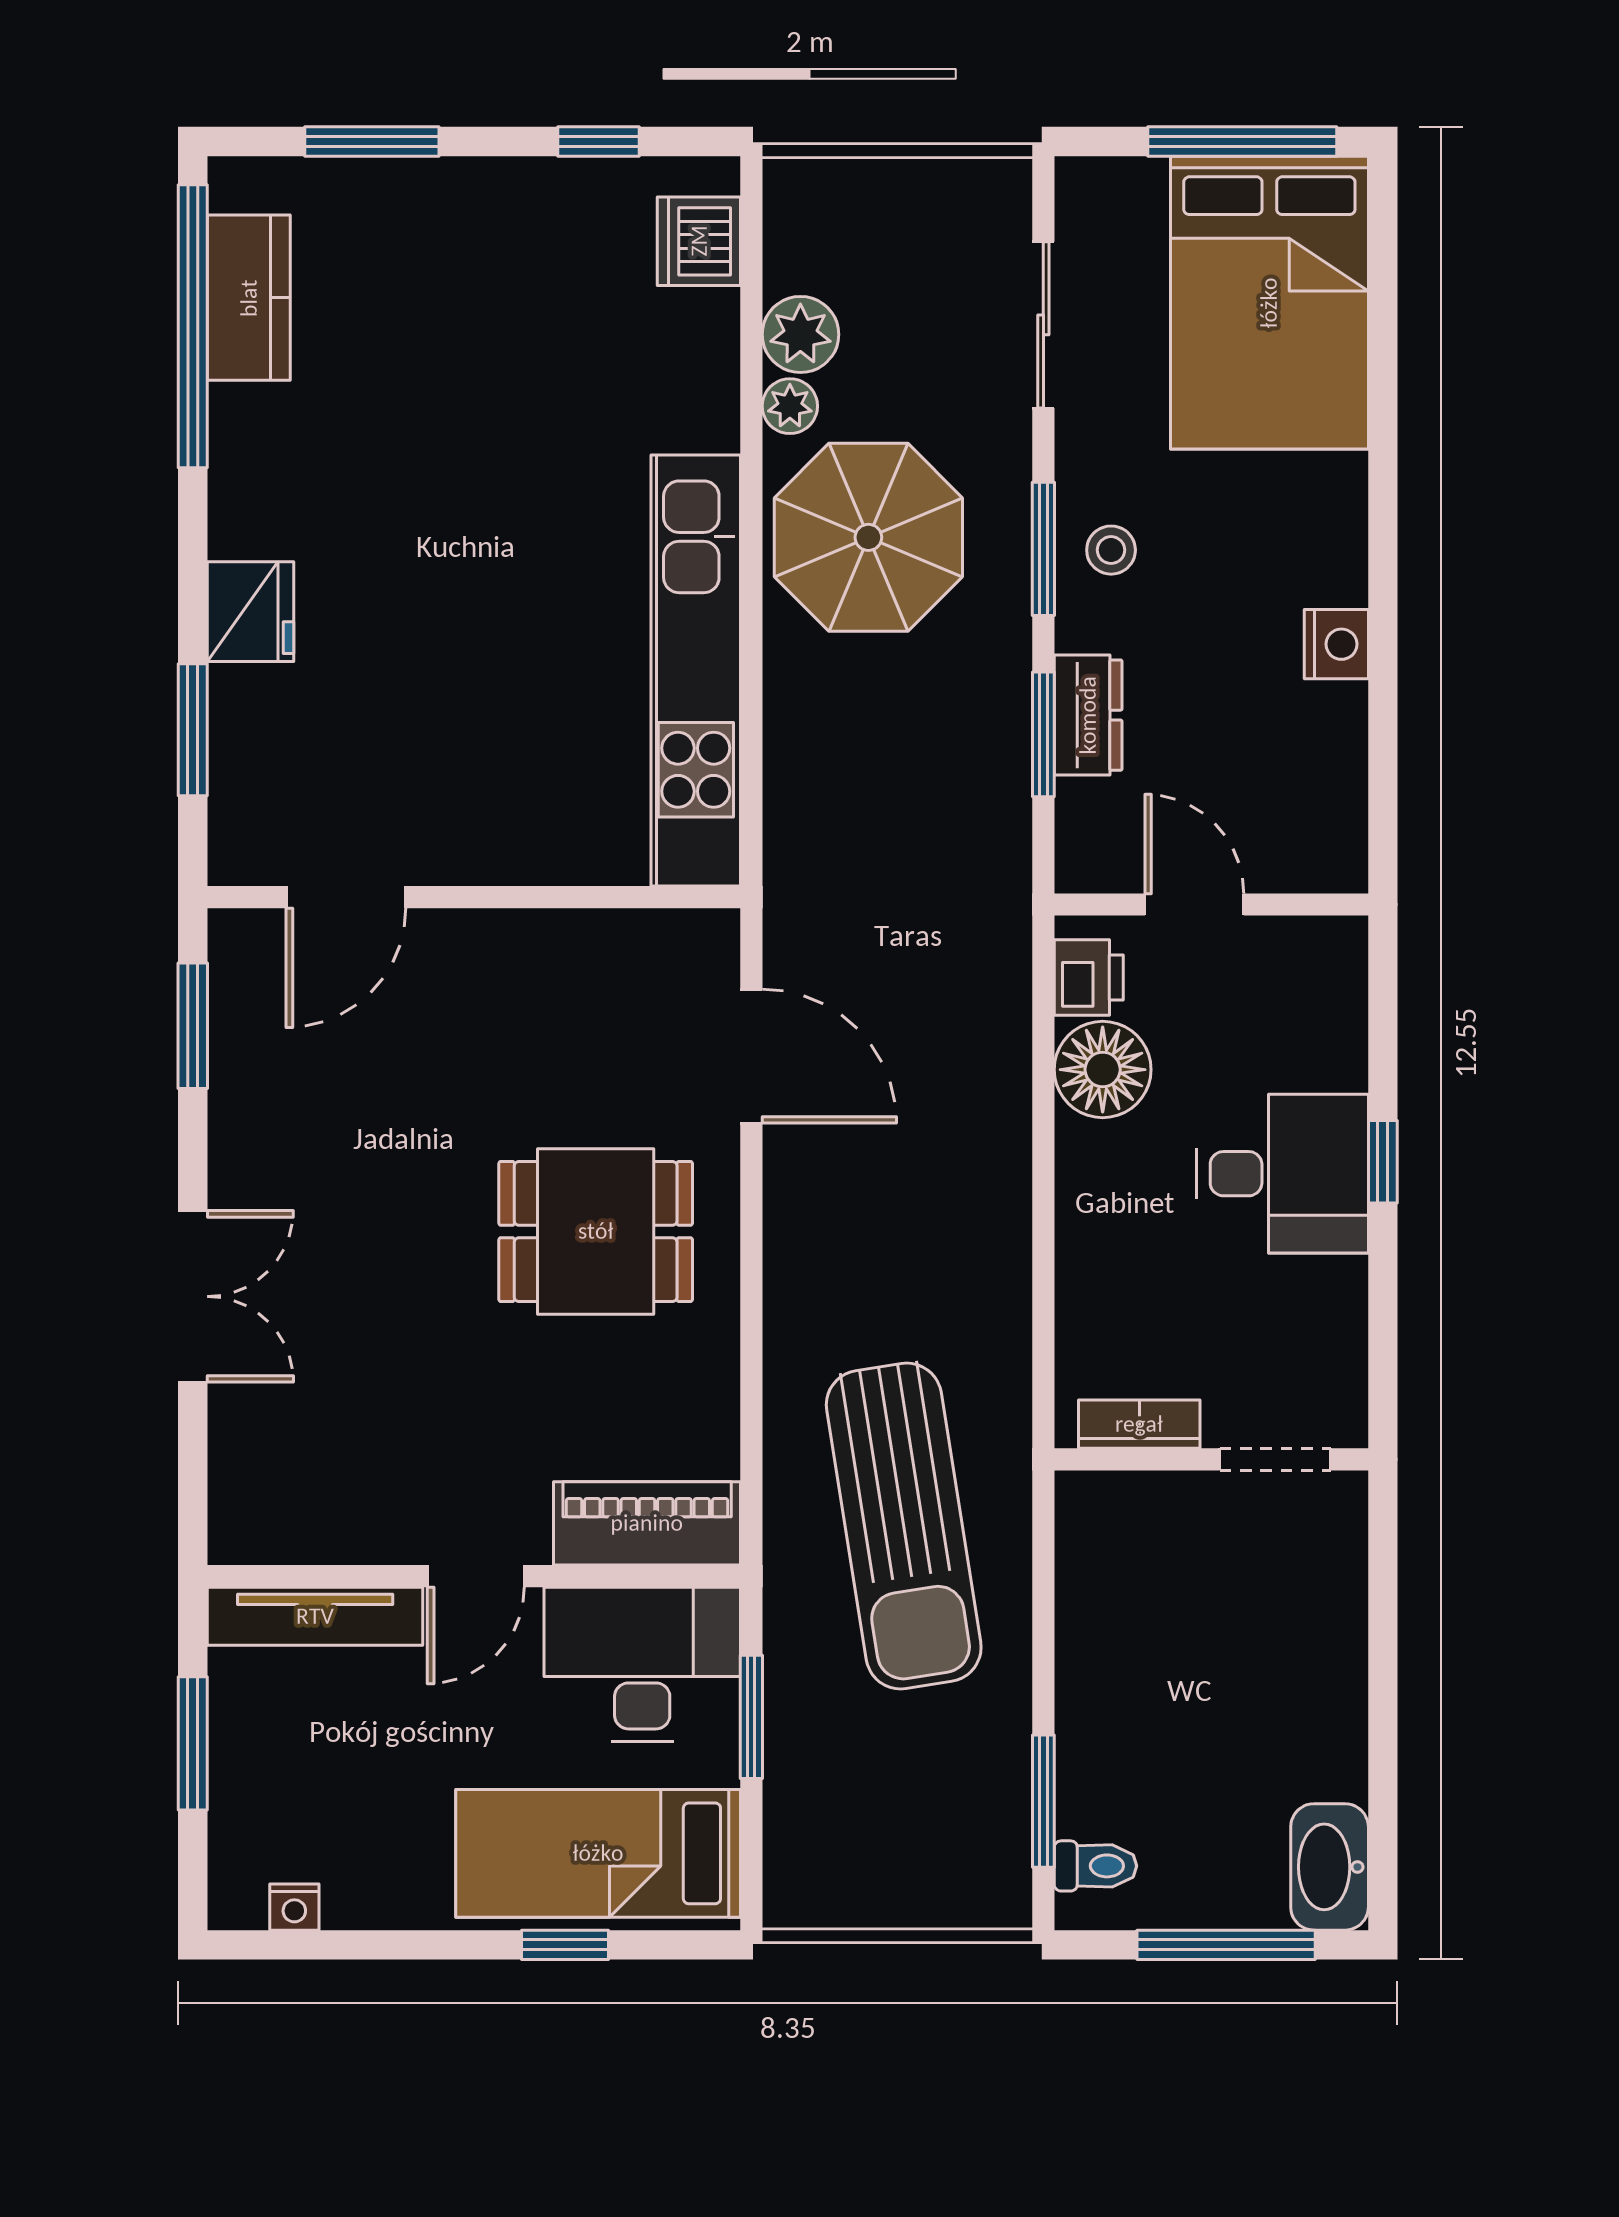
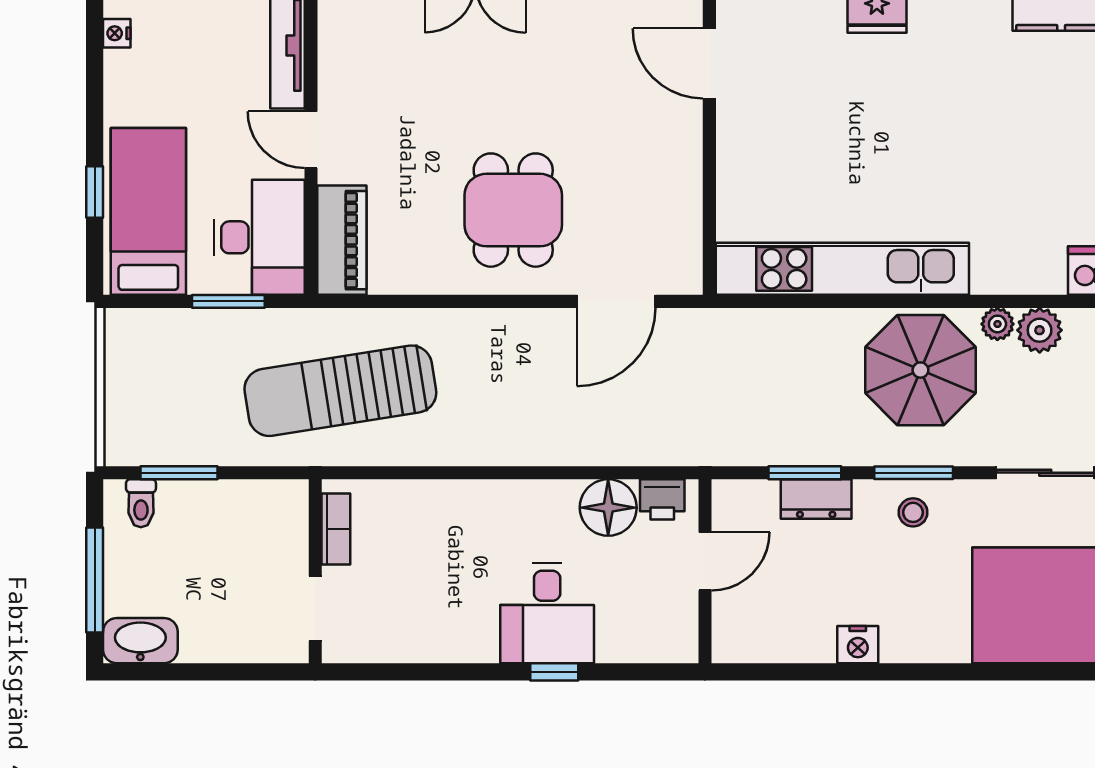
bookcase: (1139, 1424) -> (336, 529), moved
wall: (1211, 1459) -> (315, 571), moved
doorway: (1275, 1459) -> (315, 609), moved

